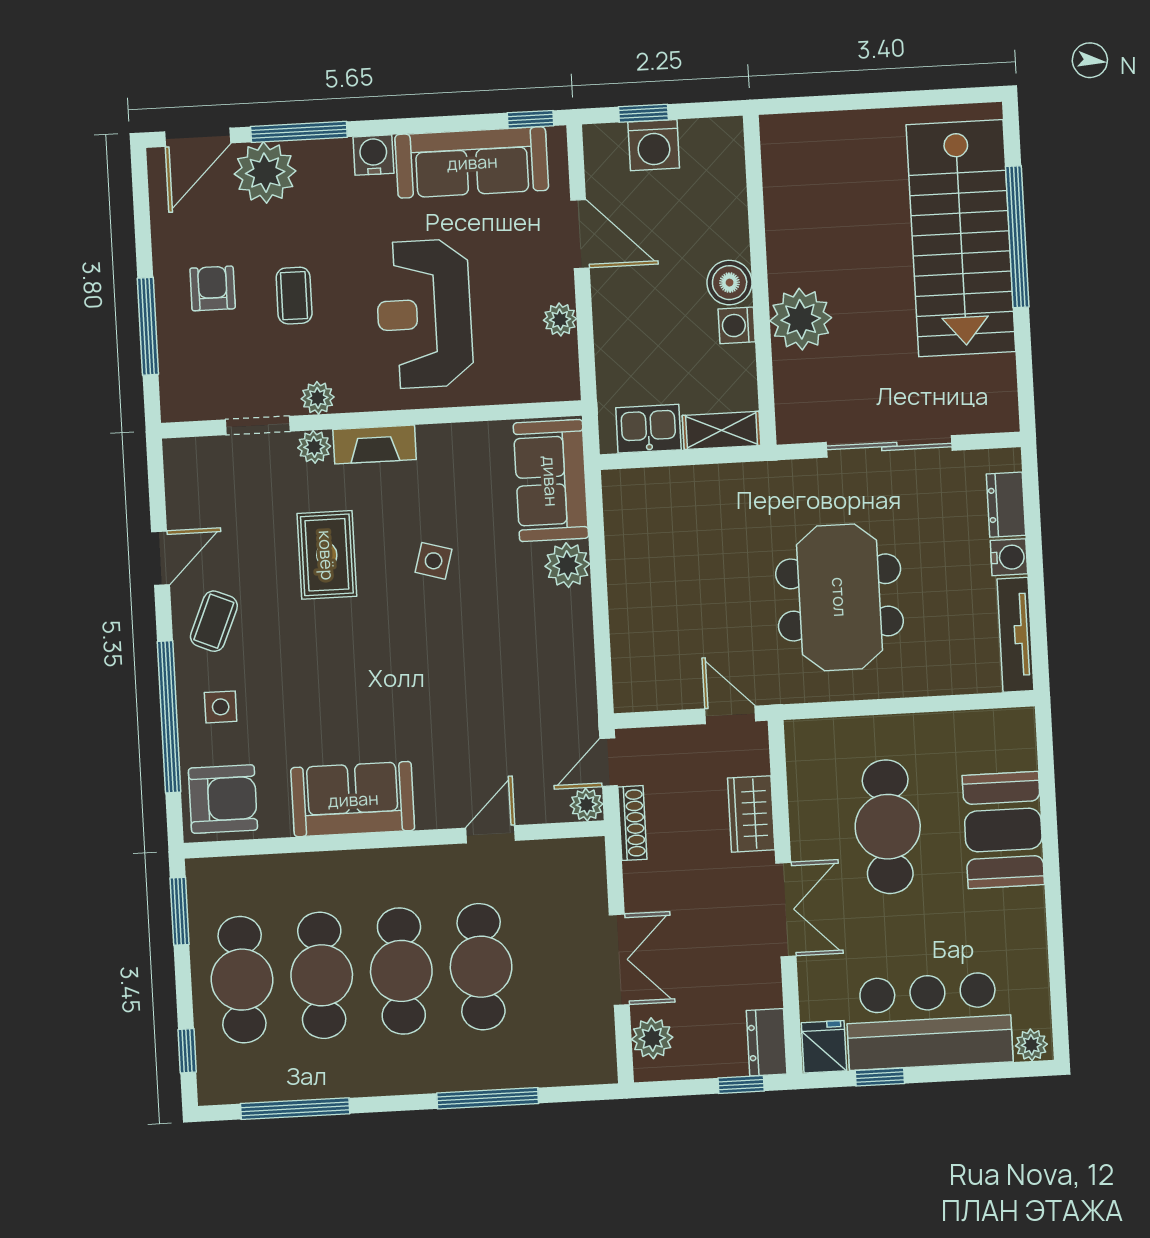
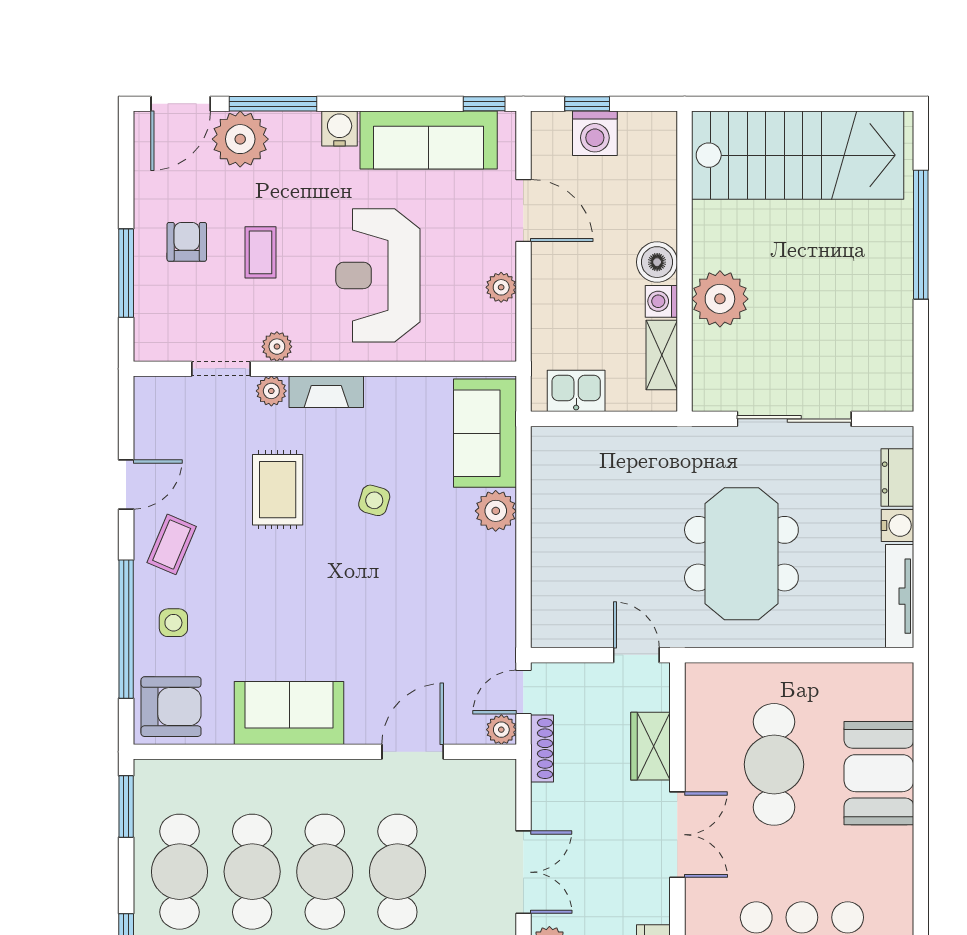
stairs: (961, 238) -> (798, 155), moved, turned -90
shelving: (722, 430) -> (662, 355), moved, turned 90
door: (491, 834) -> (413, 752), width x1.37

